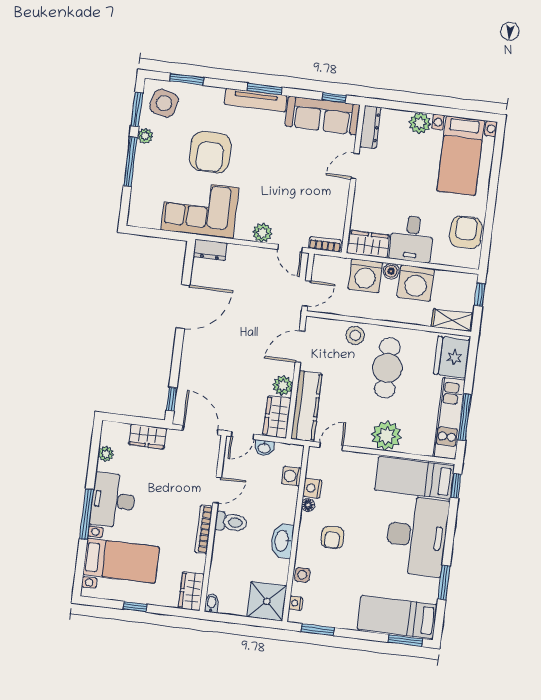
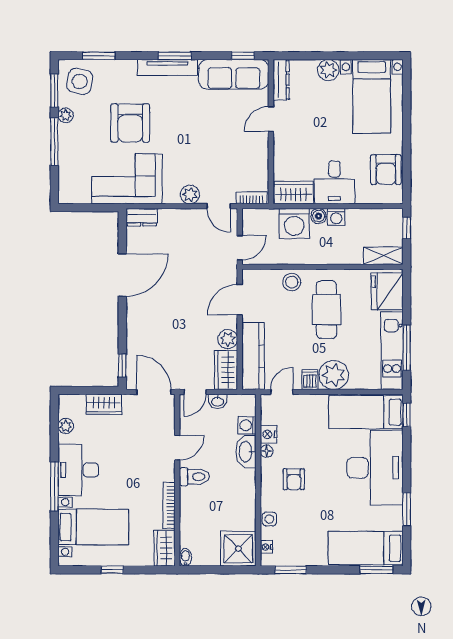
armchair: (466, 232) -> (386, 170), turned 180
washing machine: (416, 283) -> (336, 217), width x0.53, depth x0.53
dishwasher: (361, 437) -> (310, 380), added
bookcase: (204, 529) -> (169, 505), moved
washbasin: (282, 541) -> (246, 452), moved

